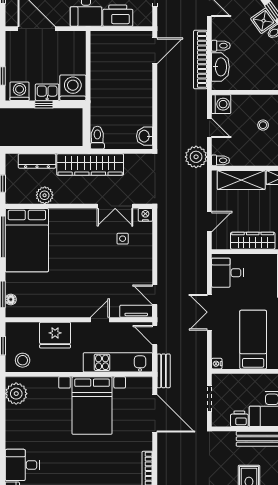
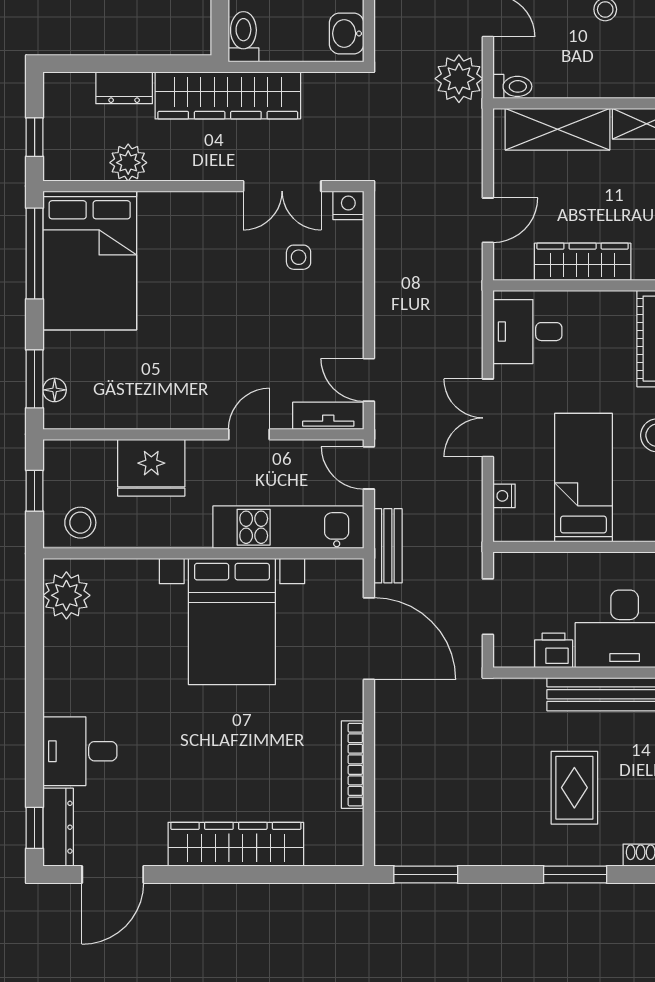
dresser: (37, 161) -> (124, 88), width x0.70
nightstand: (217, 364) -> (504, 496), moved

